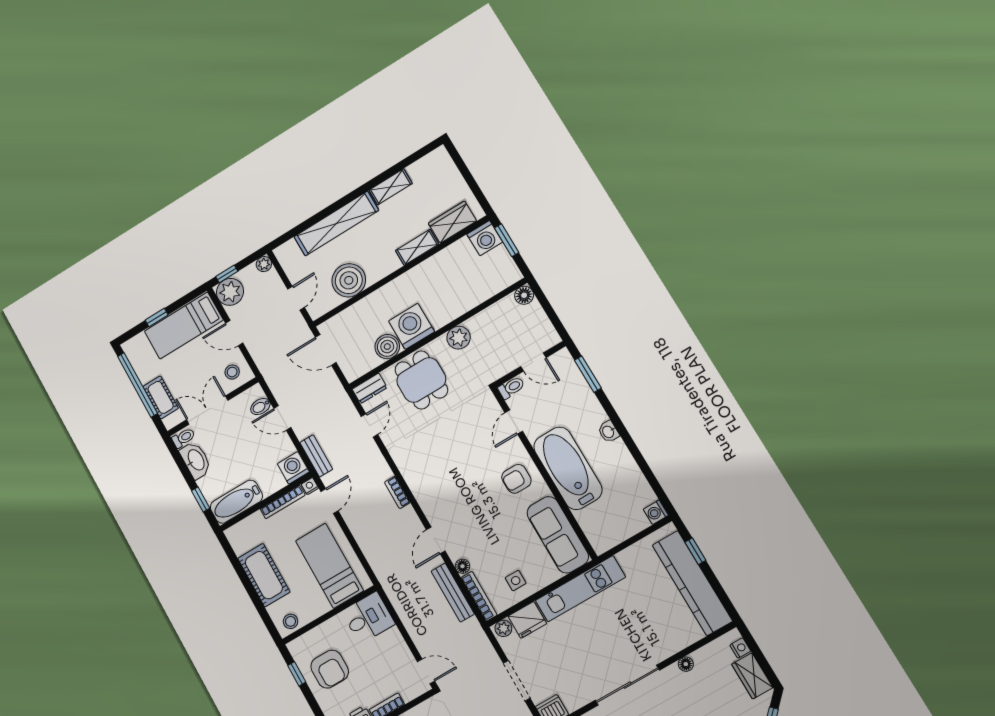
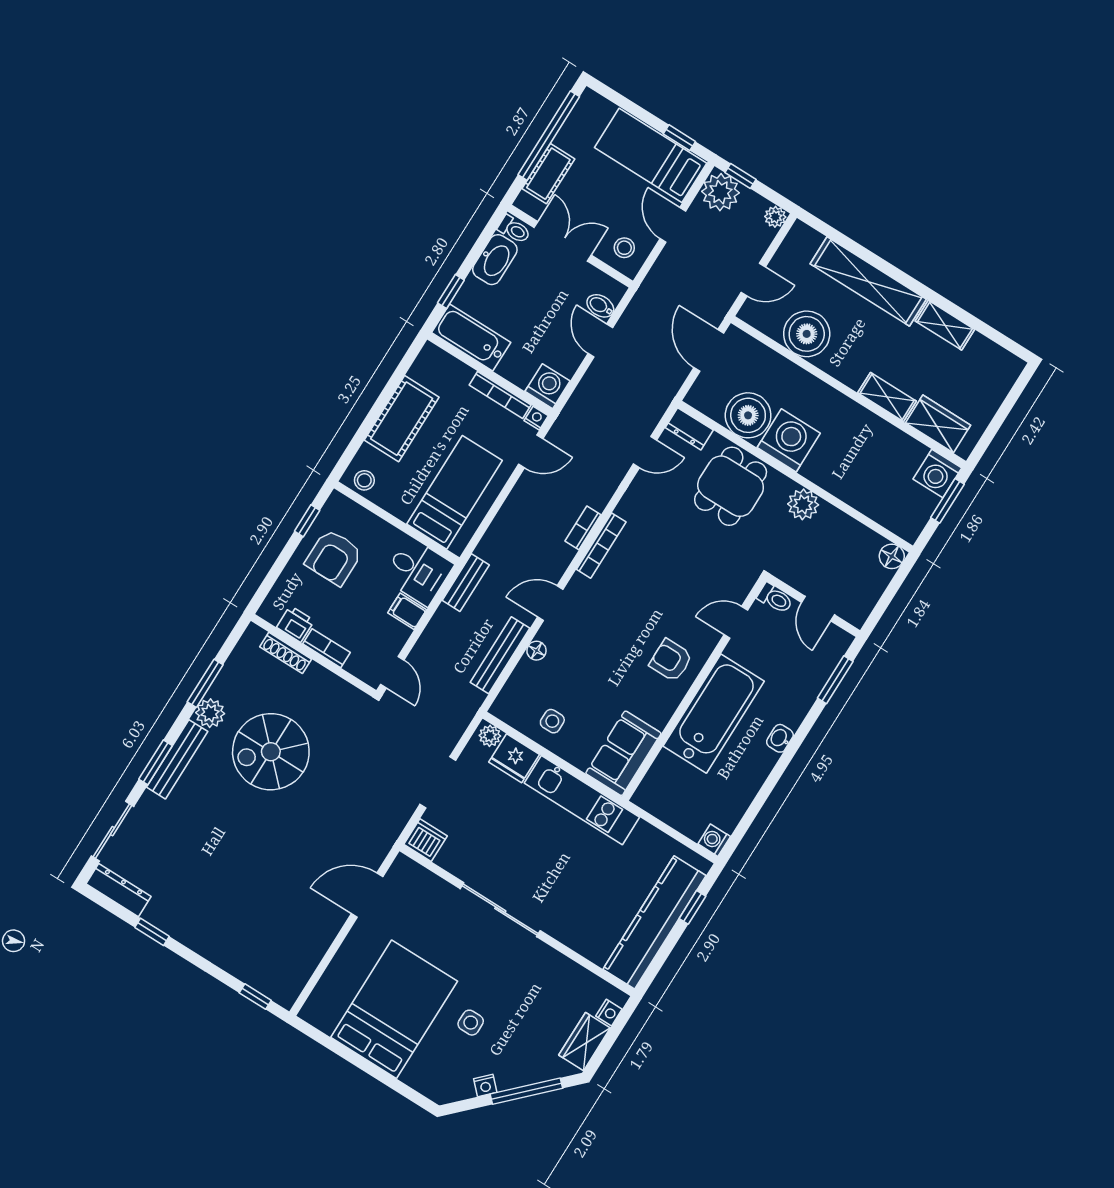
window: (157, 318) -> (679, 138), moved
boiler: (387, 347) -> (748, 415), width x1.37, depth x1.37
bench: (316, 456) -> (466, 583), moved
sofa: (558, 535) -> (623, 753), width x0.73
bookcase: (479, 596) -> (601, 546), moved
filing cabinet: (391, 639) -> (407, 611), added
floor lamp: (686, 664) -> (559, 962), removed

